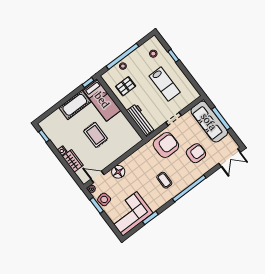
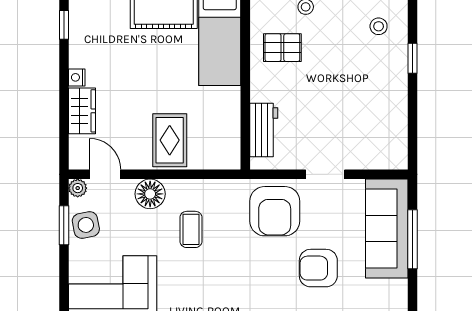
lab bench: (165, 84) -> (357, 98), removed
workbench: (141, 120) -> (264, 130), width x0.73
rug: (96, 135) -> (170, 140), moved
armchair: (166, 145) -> (275, 211), turned 90
armchair: (196, 153) -> (318, 268), turned 180
coffee table: (164, 180) -> (191, 229), moved

